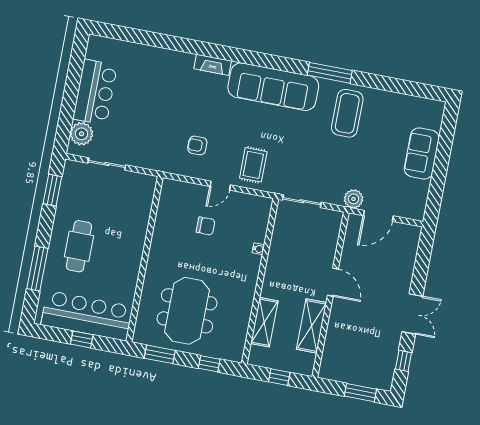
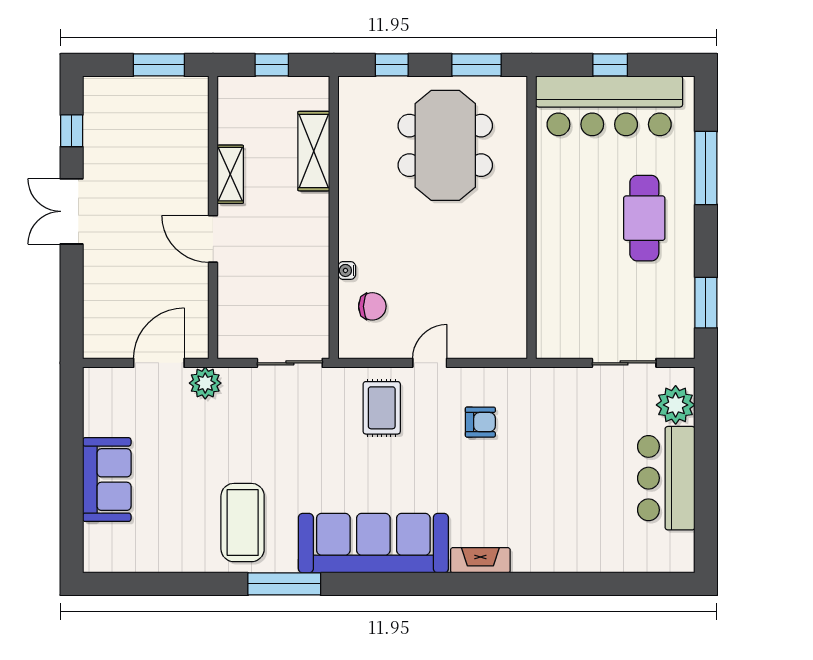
chair: (206, 226) -> (372, 306), moved, turned 180
shelving: (312, 326) -> (230, 174), width x0.67, depth x0.75
window: (360, 393) -> (159, 65), moved

